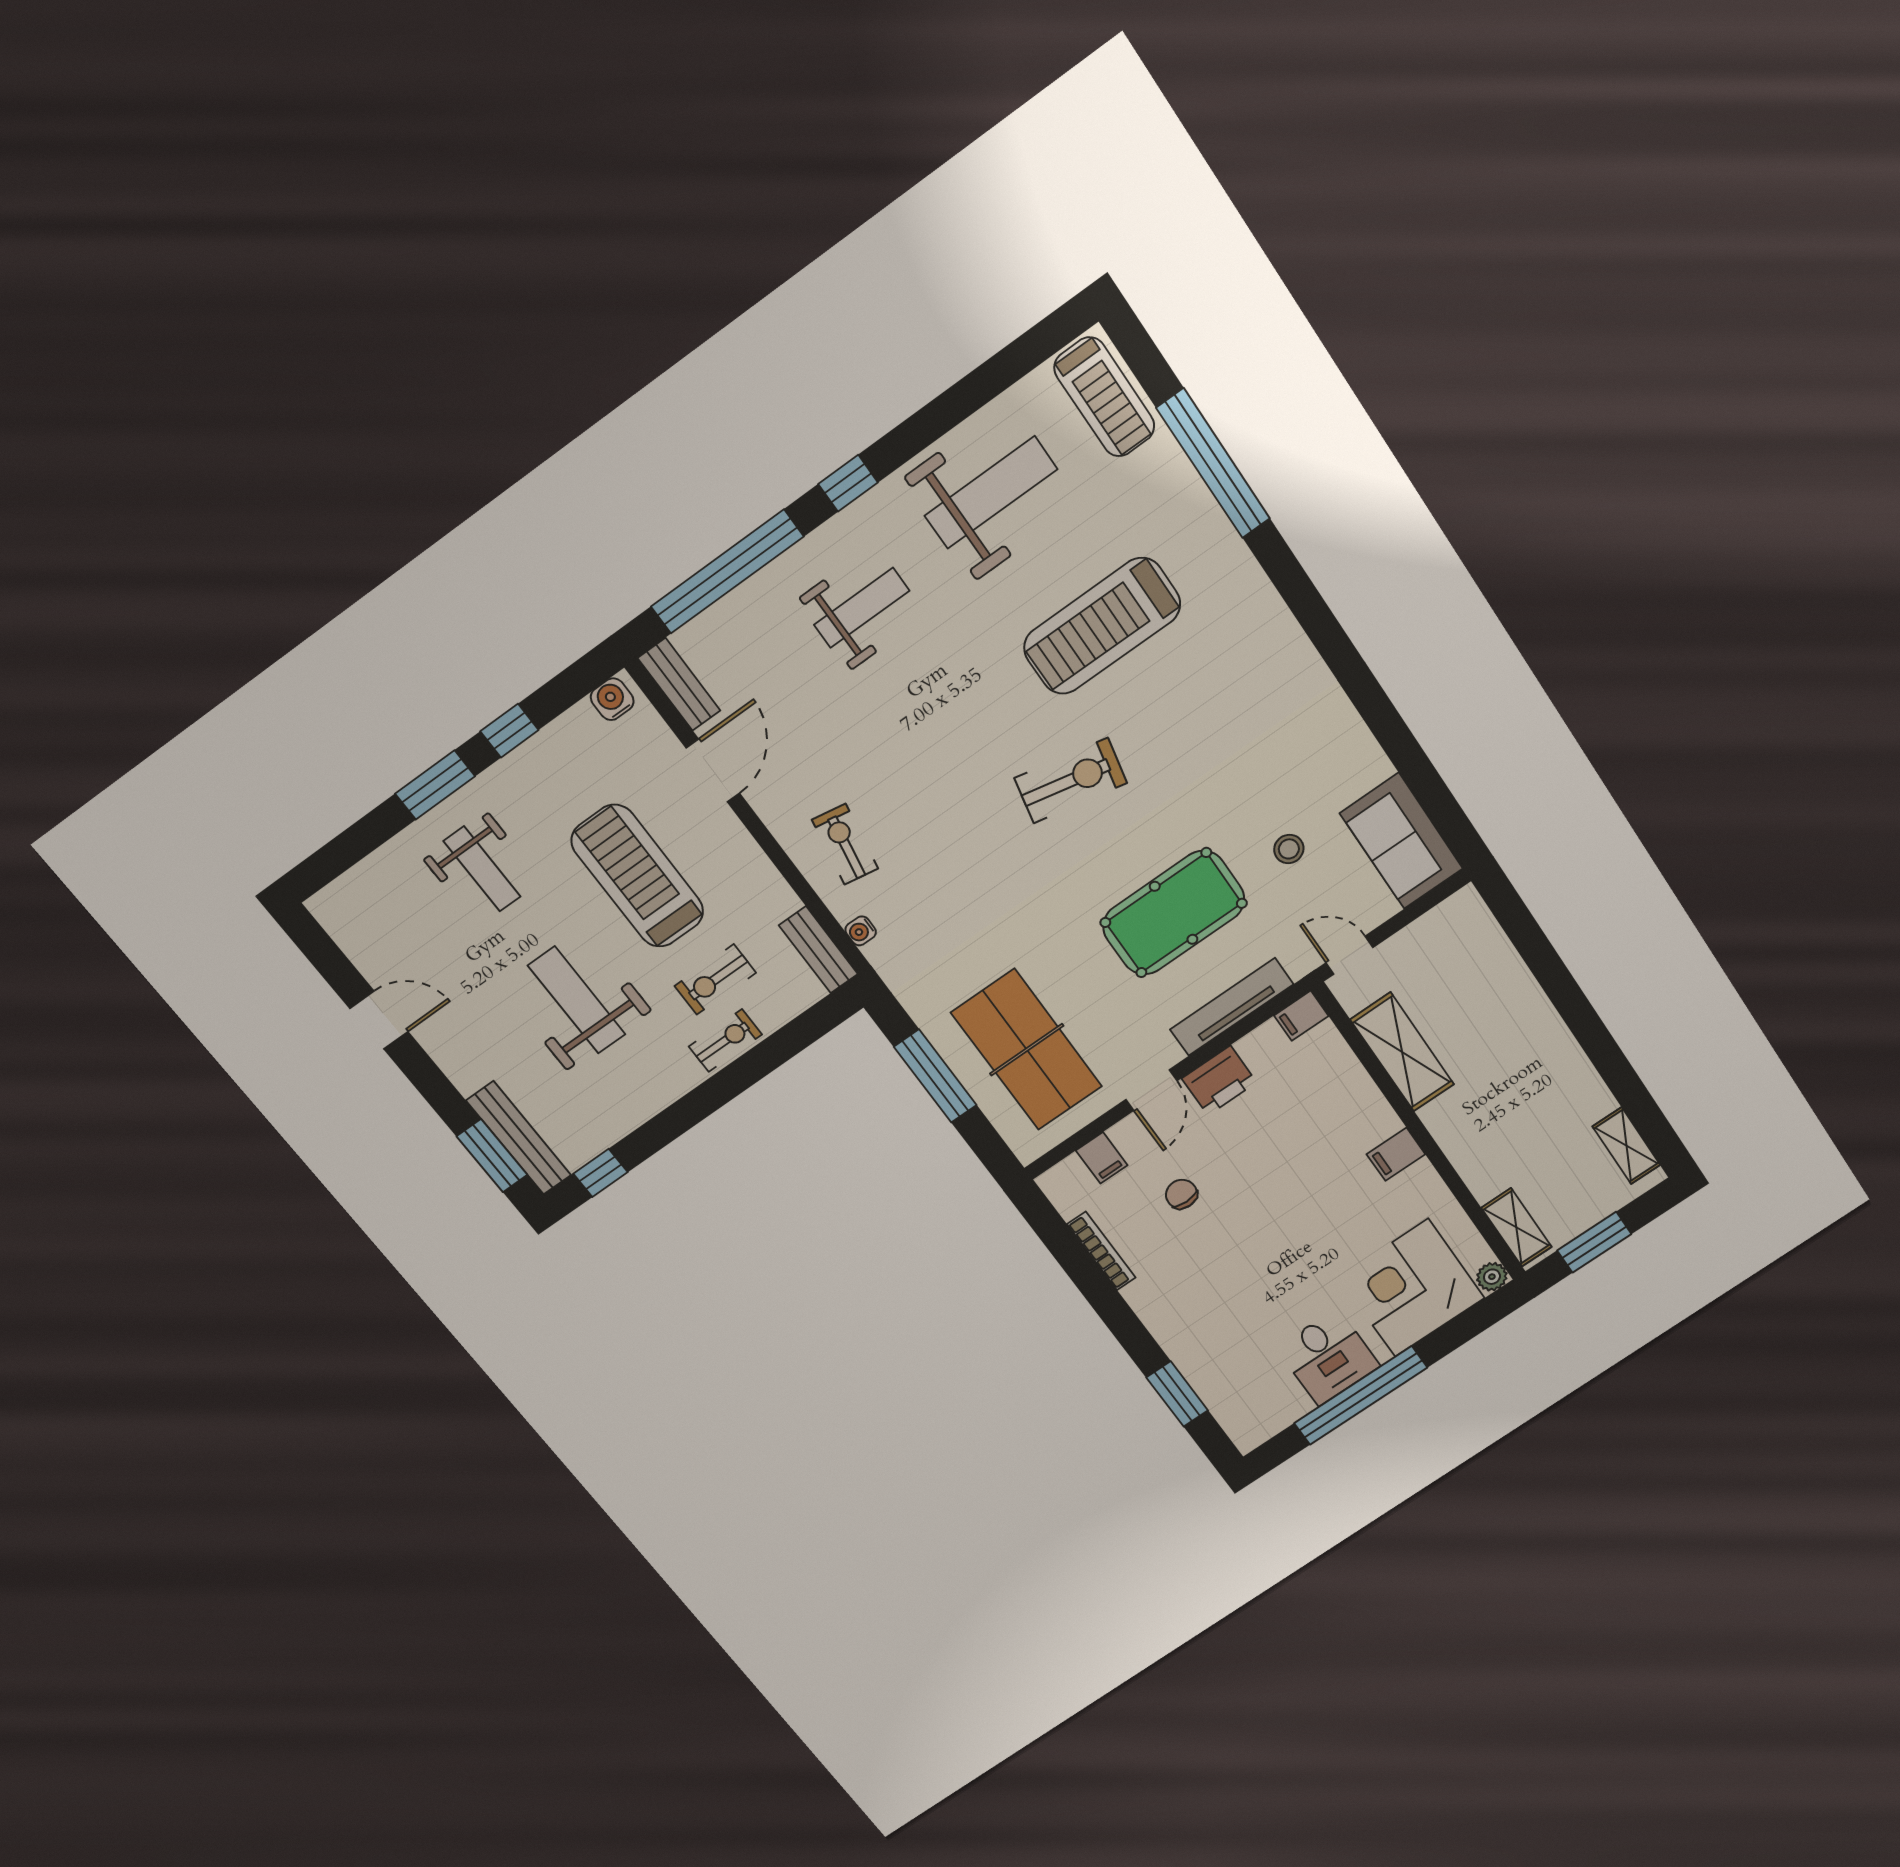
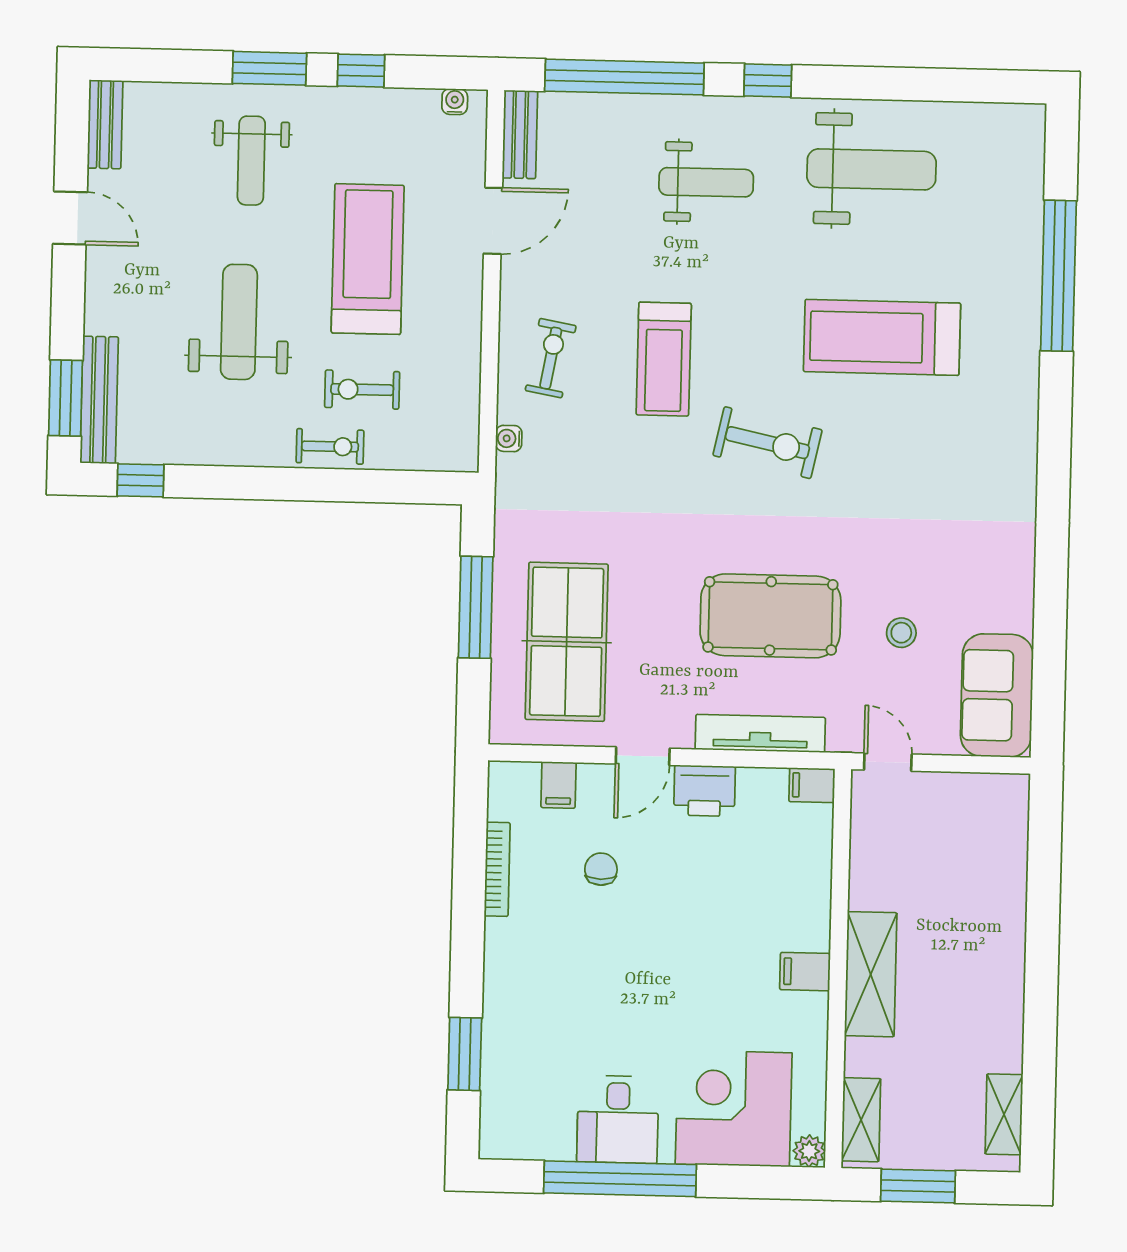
treadmill: (1104, 397) -> (664, 359), moved
water cooler: (612, 699) -> (455, 102), width x0.72, depth x0.72
bench: (818, 950) -> (105, 124), moved
shelving: (1402, 1052) -> (871, 974), moved

